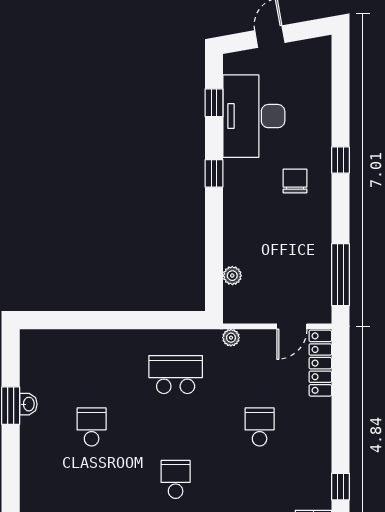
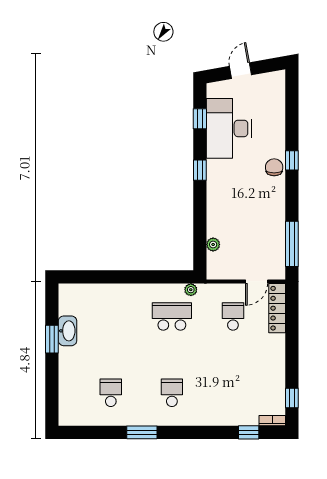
chair: (295, 181) -> (274, 167), moved
plant: (231, 338) -> (191, 290), moved
washbasin: (28, 404) -> (68, 331), width x1.91, depth x1.45
school desk: (92, 427) -> (111, 393), moved
school desk: (260, 427) -> (233, 316), moved

